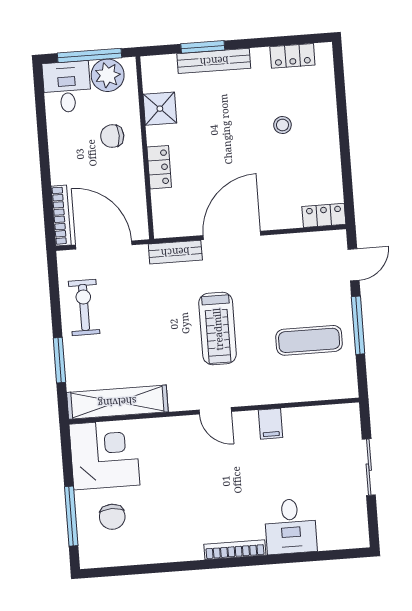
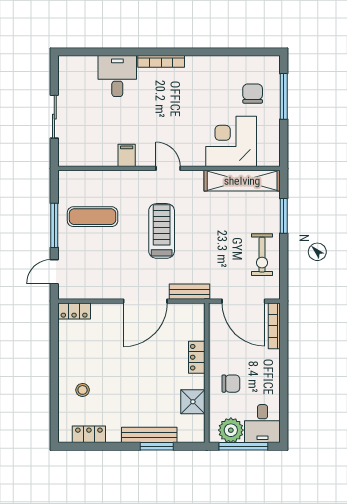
stool: (282, 125) -> (83, 390), moved
corner desk: (104, 455) -> (231, 141), moved, turned 90

